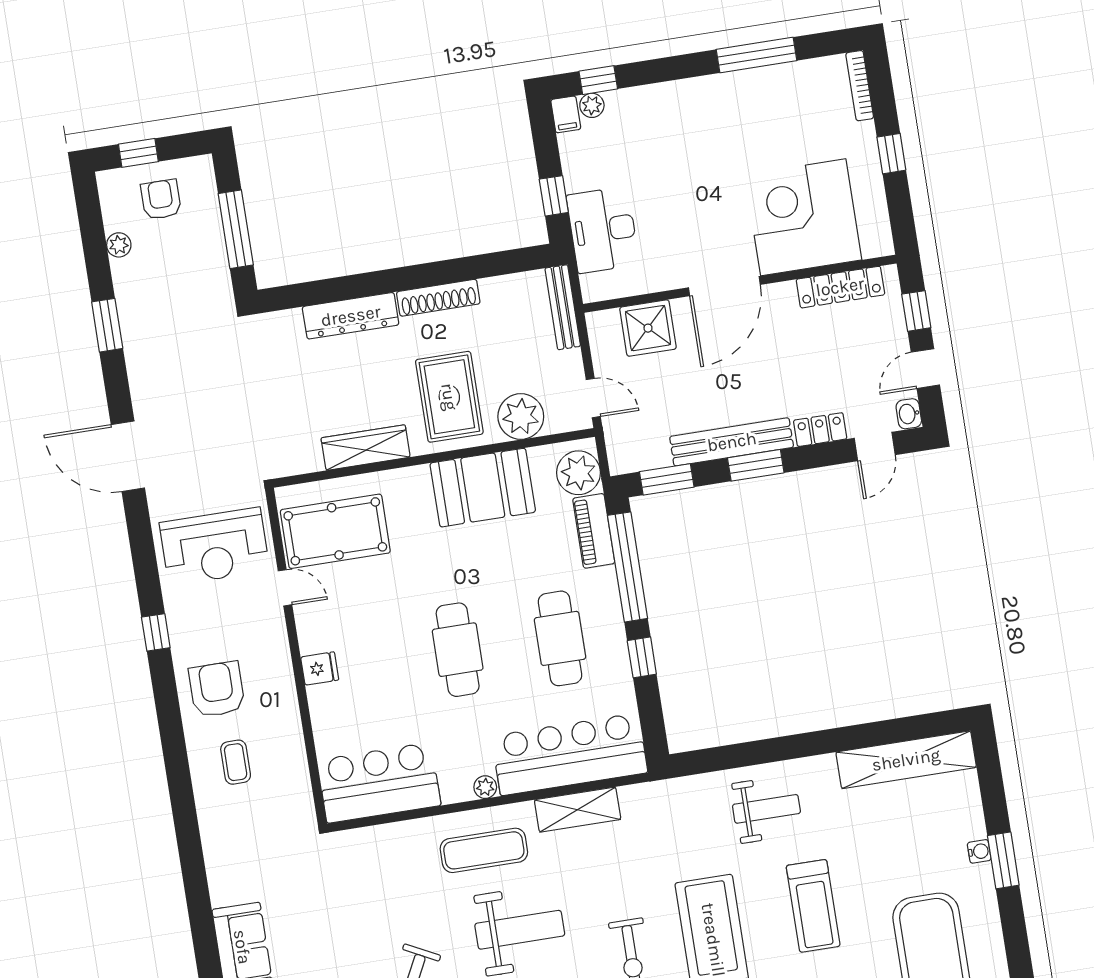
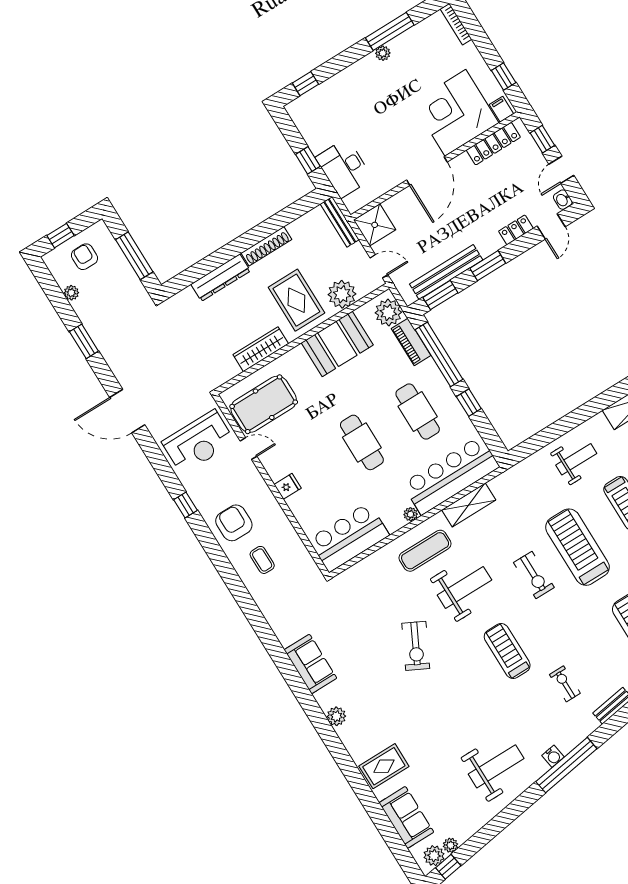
plant: (592, 105) -> (383, 53), moved
filing cabinet: (566, 114) -> (501, 109), moved, turned 180
window: (891, 154) -> (504, 77), moved
shower: (648, 328) -> (375, 225), moved
bench: (732, 442) -> (446, 272), moved

